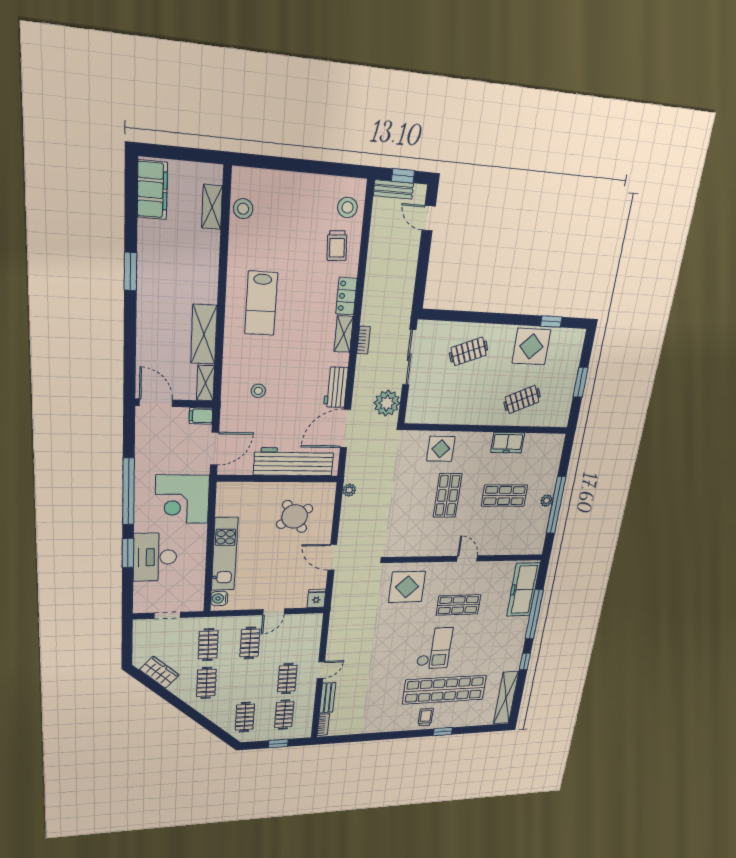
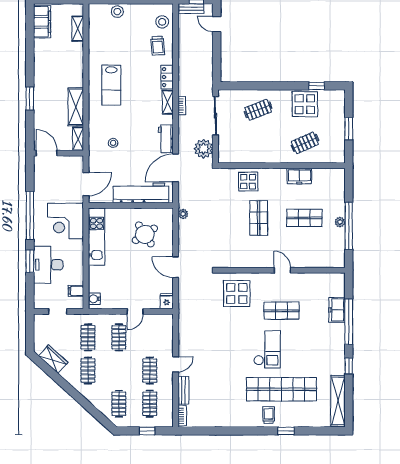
stool: (243, 209) -> (117, 12), moved
window: (130, 271) -> (30, 98), moved
filing cabinet: (201, 416) -> (76, 291), moved
kitchen unit: (225, 554) -> (97, 237), moved
freezer: (523, 590) -> (337, 310), width x0.52, depth x0.79

